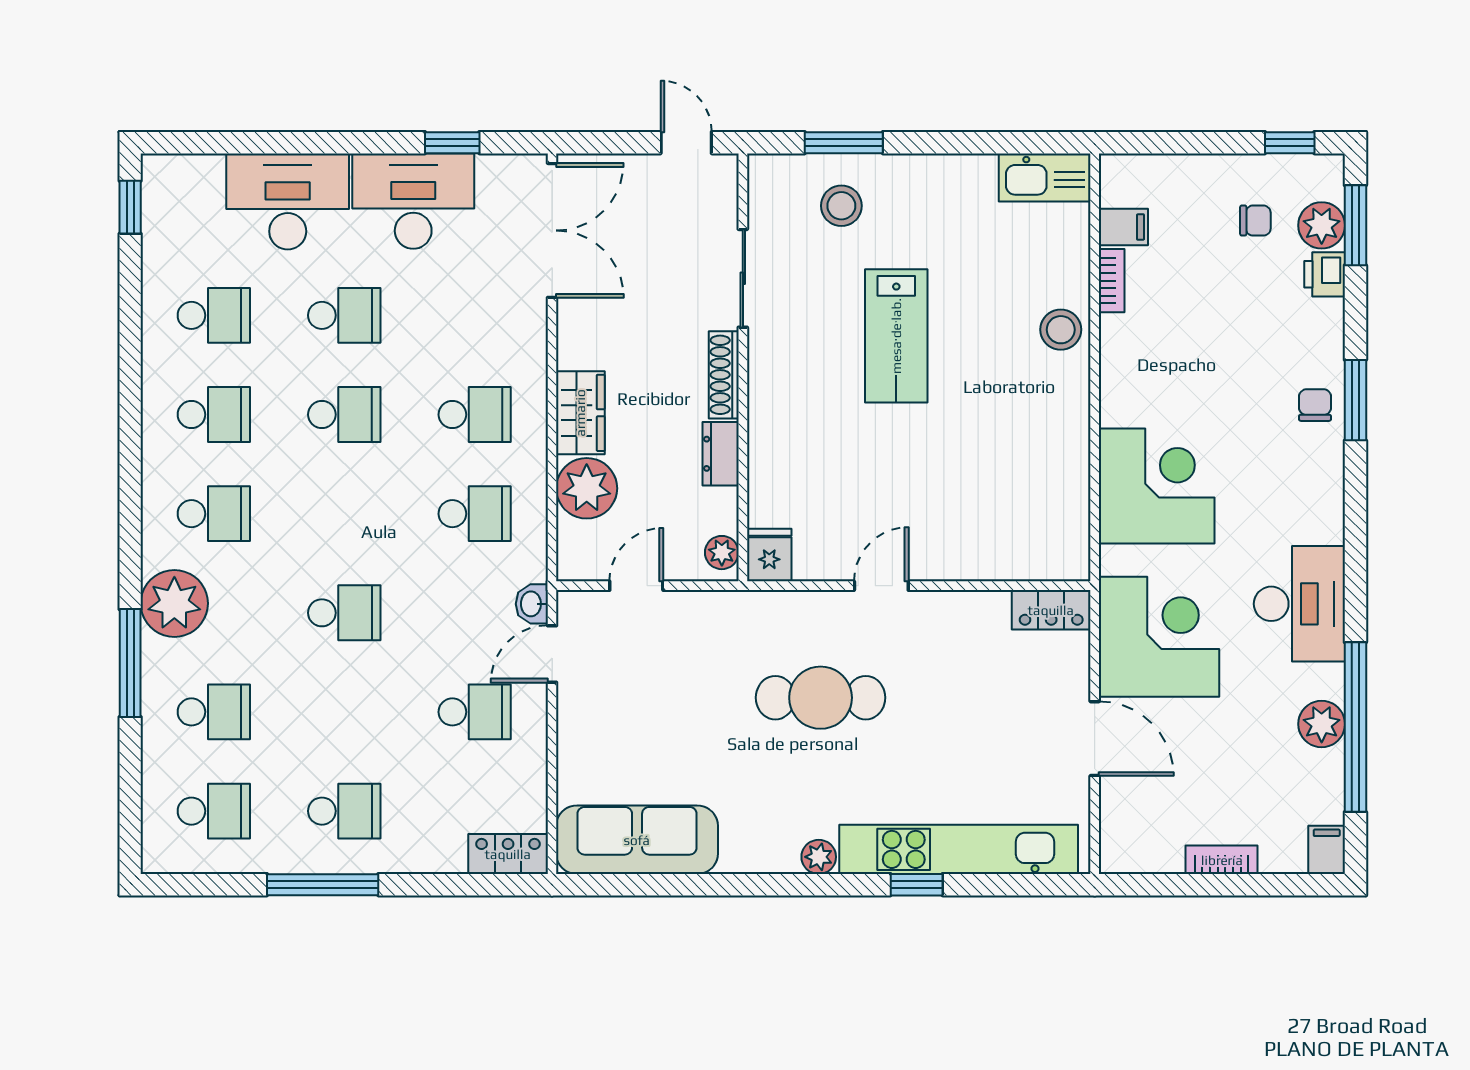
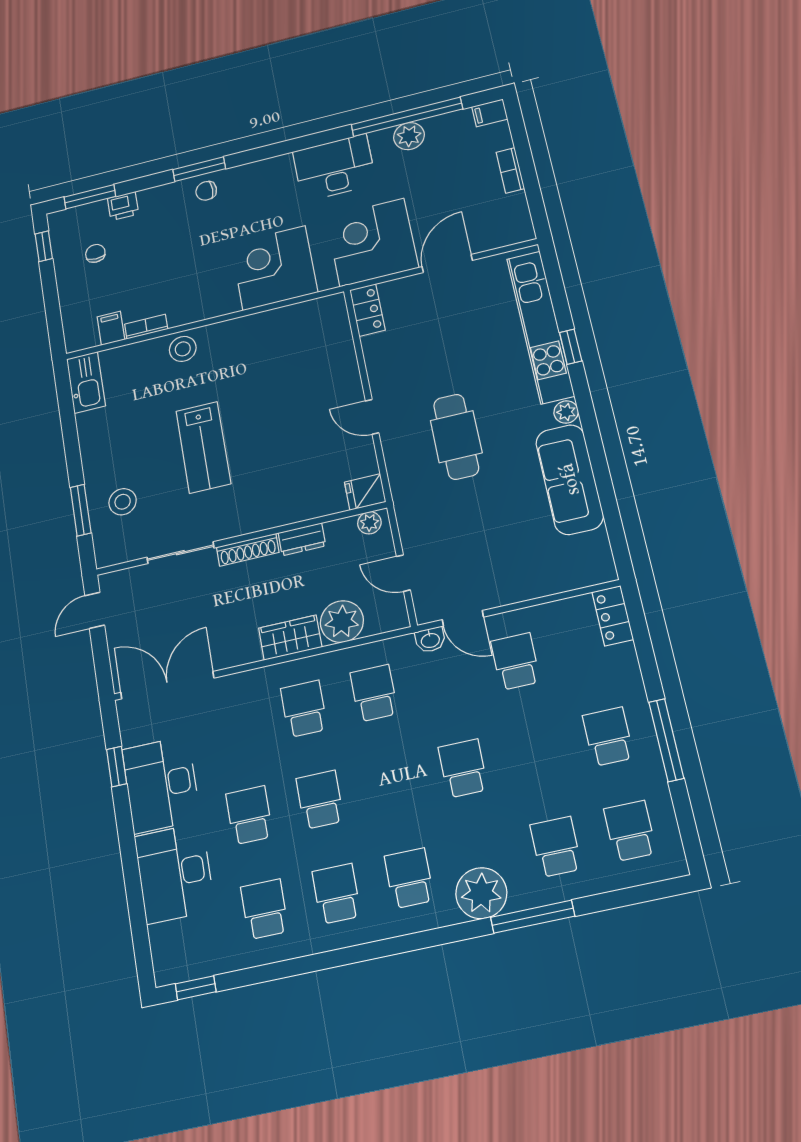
plant: (1322, 225) -> (93, 215), removed
lab bench: (896, 336) -> (203, 447), turned 90
sofa: (637, 840) -> (570, 479), moved

